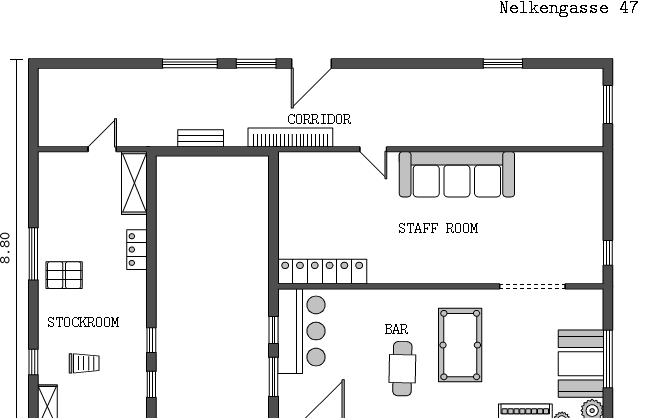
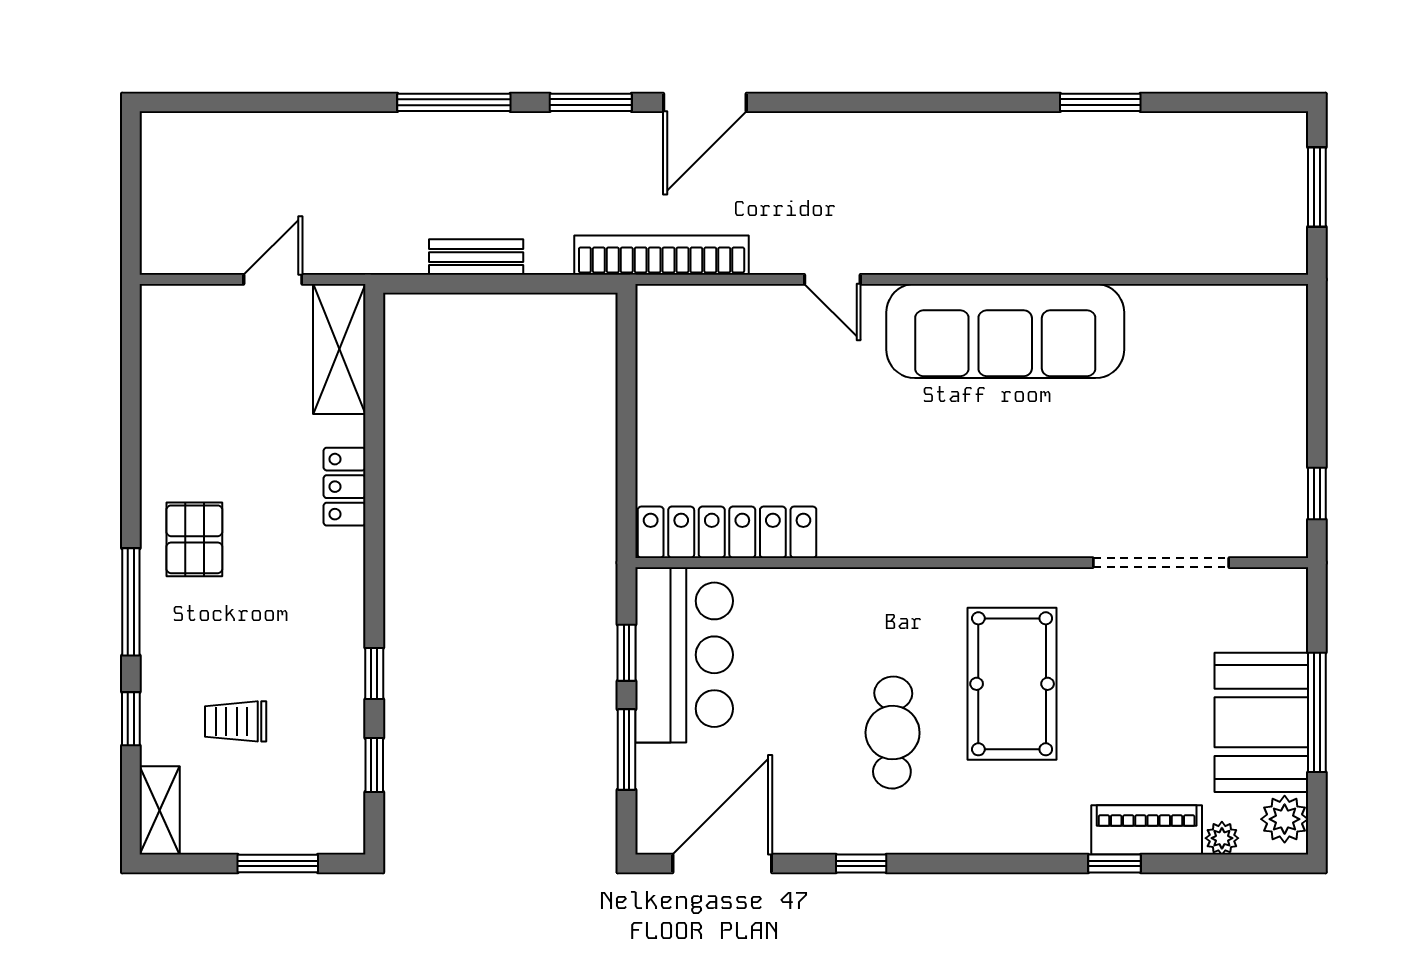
window: (33, 254) -> (131, 602), moved
pallet: (64, 275) -> (194, 539), turned 90
trolley: (84, 363) -> (236, 721), turned 180

